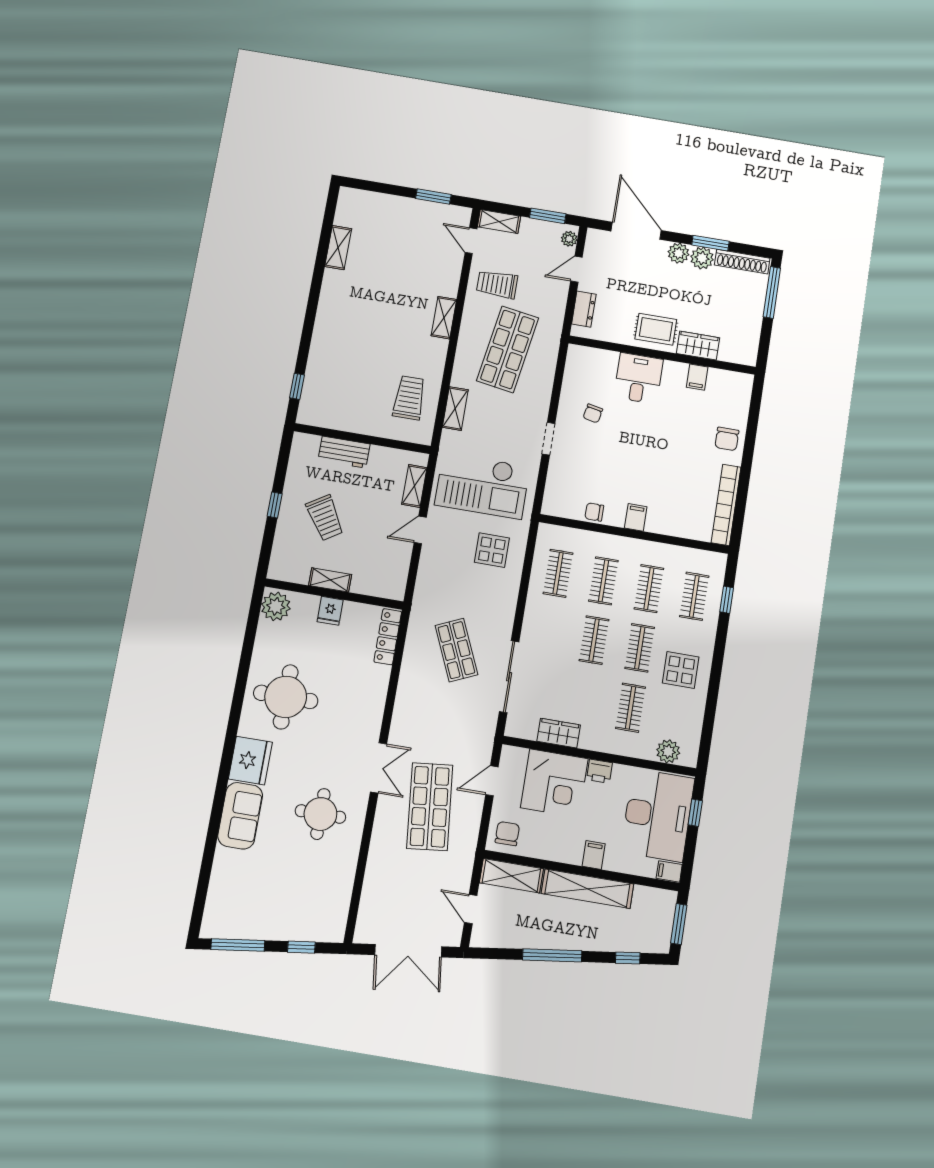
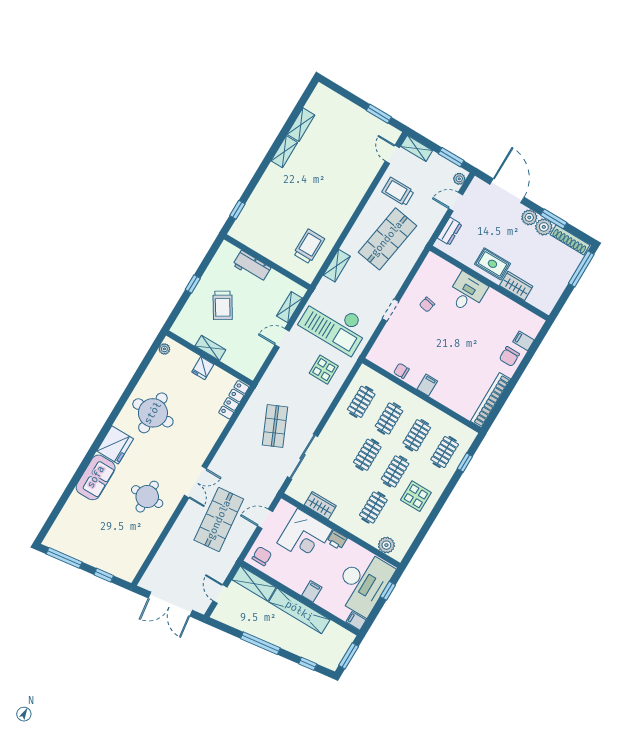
shelving: (444, 318) -> (284, 152), moved
filing cabinet: (697, 377) -> (524, 341), moved, turned 90
plant: (276, 606) -> (164, 349), width x0.53, depth x0.53

